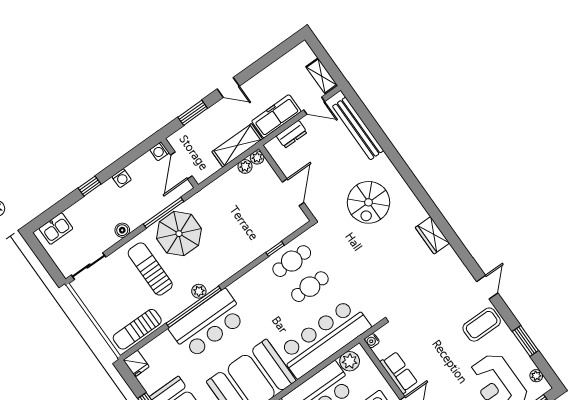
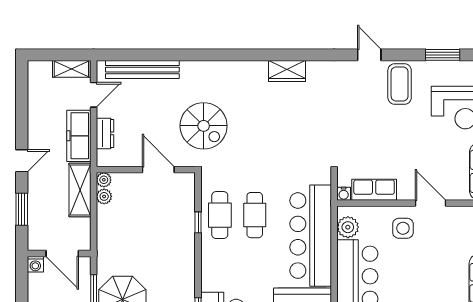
spiral stairs: (368, 202) -> (204, 126), moved
row of seats: (399, 372) -> (374, 190), moved

